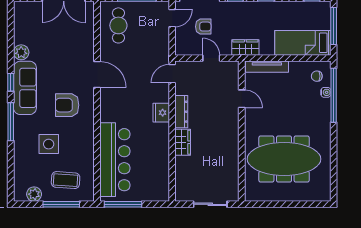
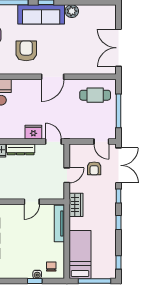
window: (334, 95) -> (35, 281), width x0.32
fridge: (161, 113) -> (33, 132), moved

